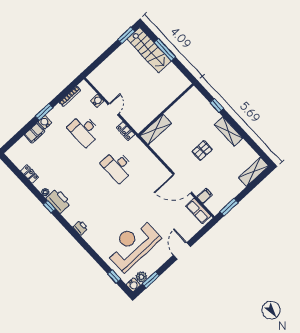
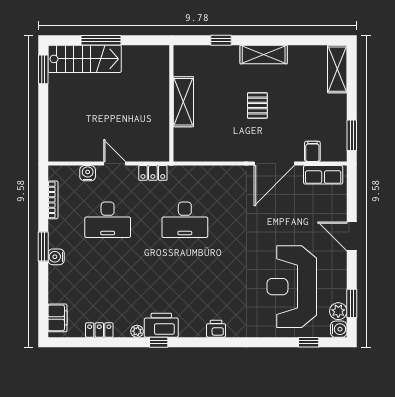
shelving: (156, 130) -> (183, 102), moved
filing cabinet: (35, 133) -> (58, 318), moved

